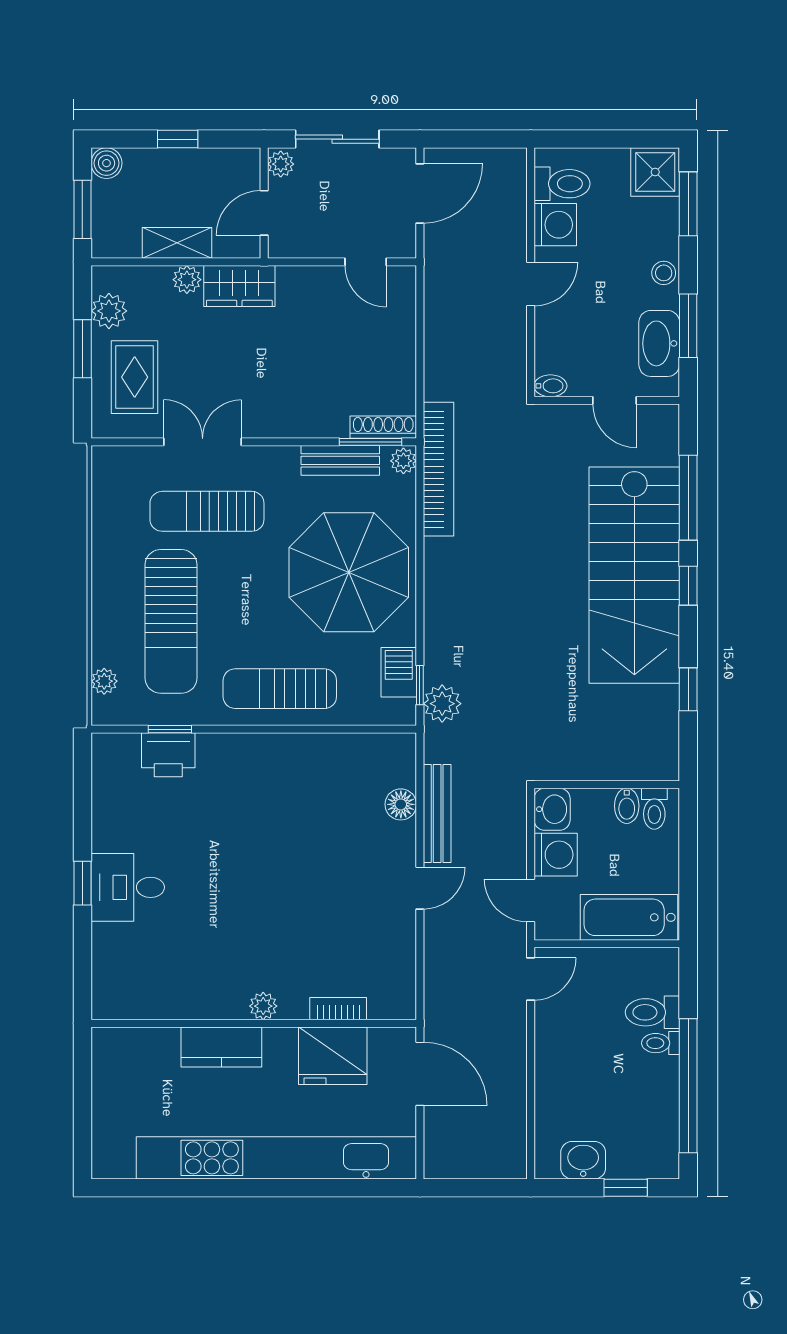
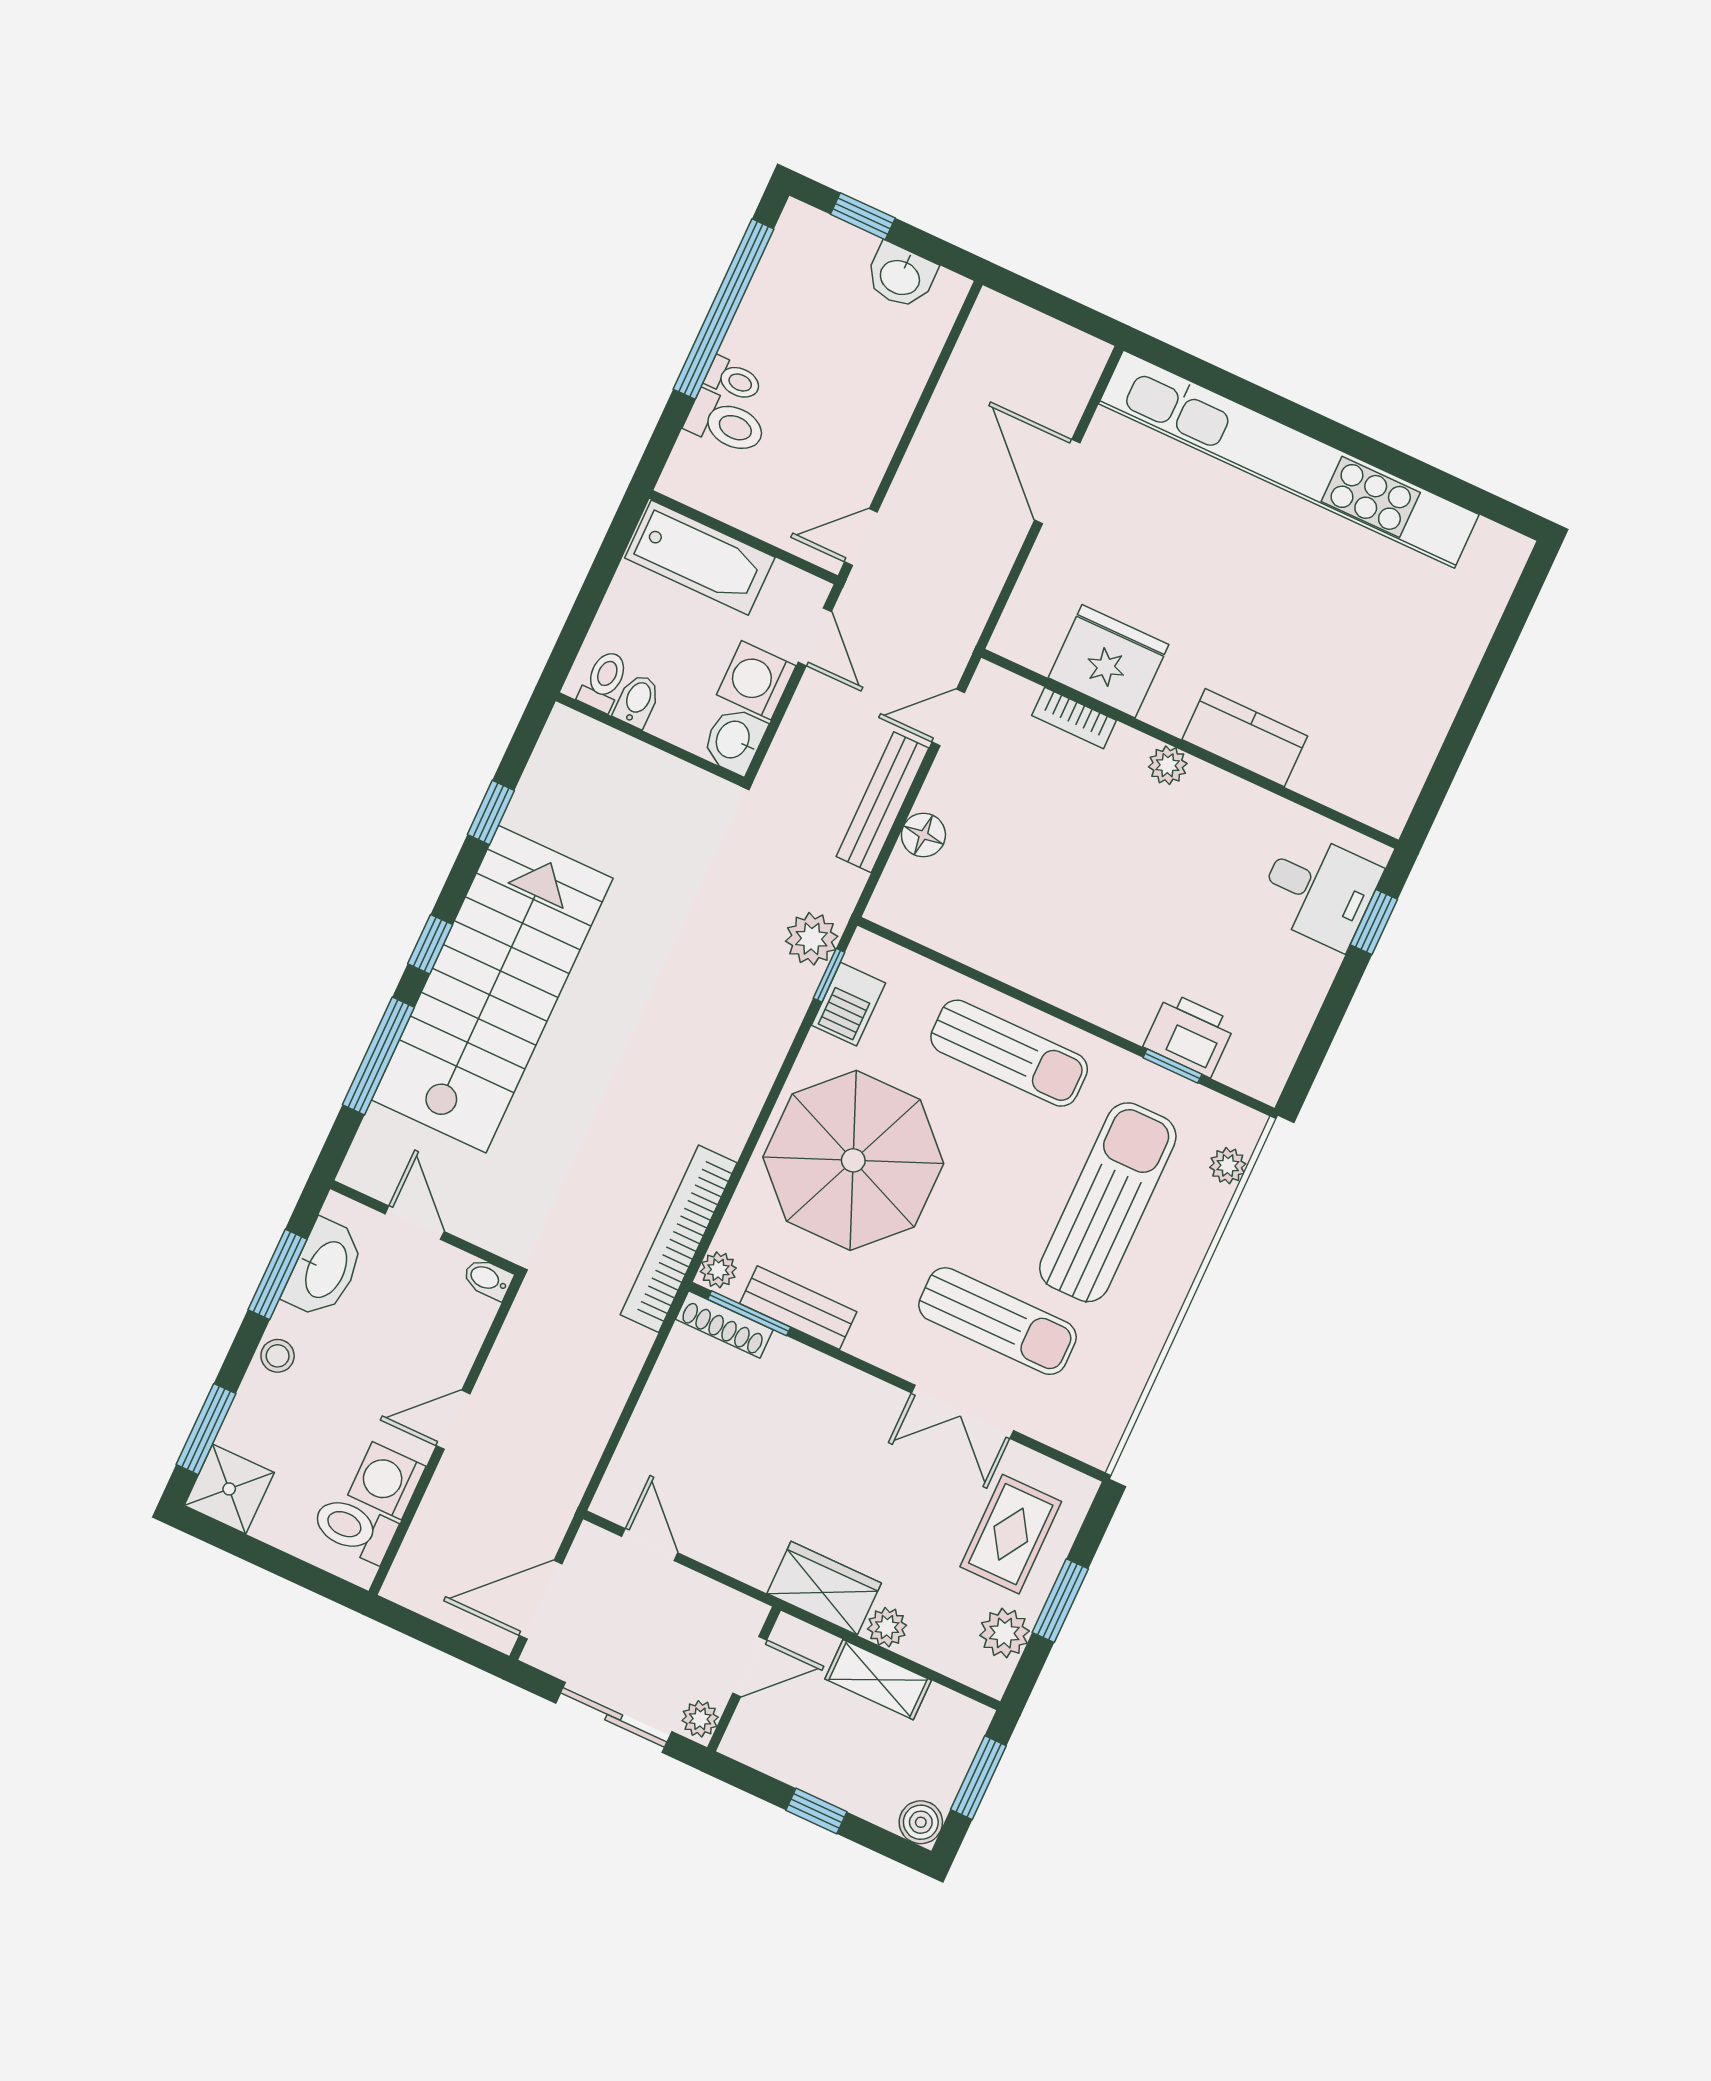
plant: (263, 1006) -> (1168, 765), moved
bookcase: (338, 1009) -> (1074, 718), moved
wall: (254, 1023) -> (1190, 749), moved
kitchen counter: (221, 1047) -> (1245, 738), moved
fridge: (333, 1056) -> (1109, 661), moved

